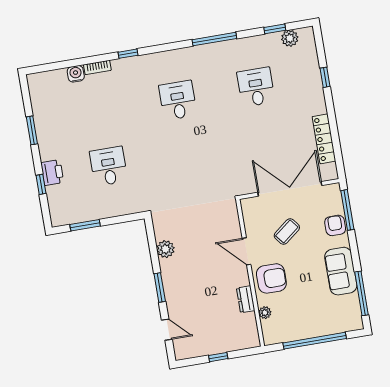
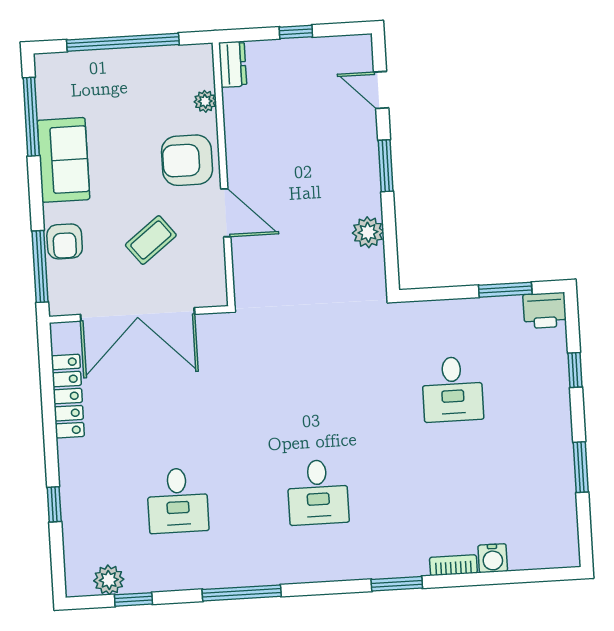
window: (128, 54) -> (397, 584), width x1.50
printer: (52, 173) -> (545, 310), moved, turned -90
dresser: (246, 299) -> (233, 64), moved

